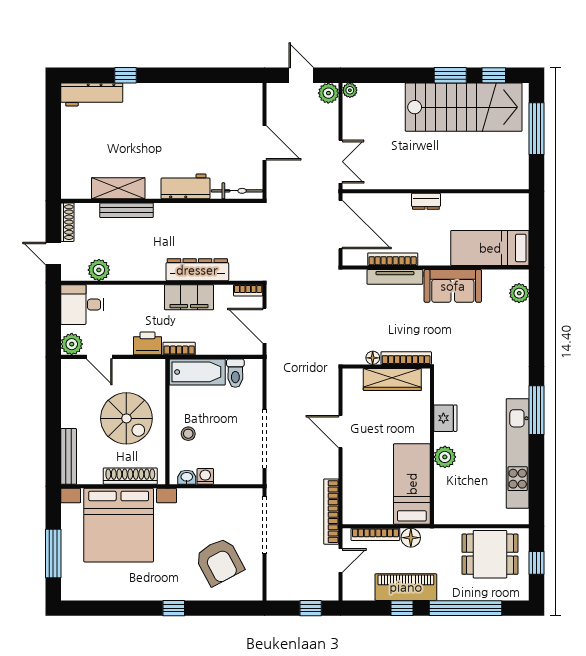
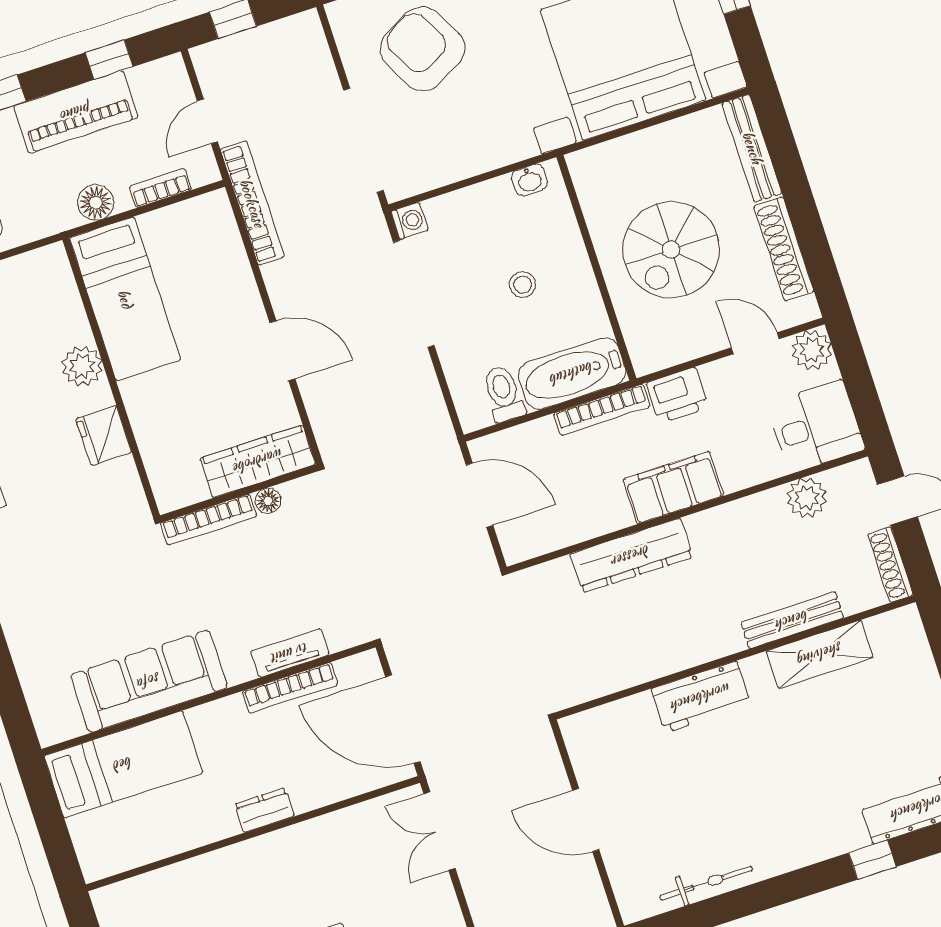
bicycle: (237, 191) -> (706, 883), moved, turned 180
tv unit: (395, 277) -> (290, 653), width x0.71
sofa: (453, 286) -> (149, 681), width x1.36
bookcase: (248, 290) -> (529, 548), removed
plant: (519, 293) -> (45, 701), removed
filing cabinet: (189, 297) -> (673, 488), moved
bookcase: (179, 349) -> (602, 410), width x1.56
wardrobe: (392, 379) -> (258, 461), moved
spiral stairs: (126, 418) -> (671, 250), turned -90
stool: (188, 434) -> (523, 285), moved
shoe rack: (130, 476) -> (784, 249), moved, turned 90
washing machine: (205, 476) -> (409, 221), moved, turned -90
bookcase: (375, 534) -> (160, 188), width x0.64
window: (402, 608) -> (109, 60), moved

